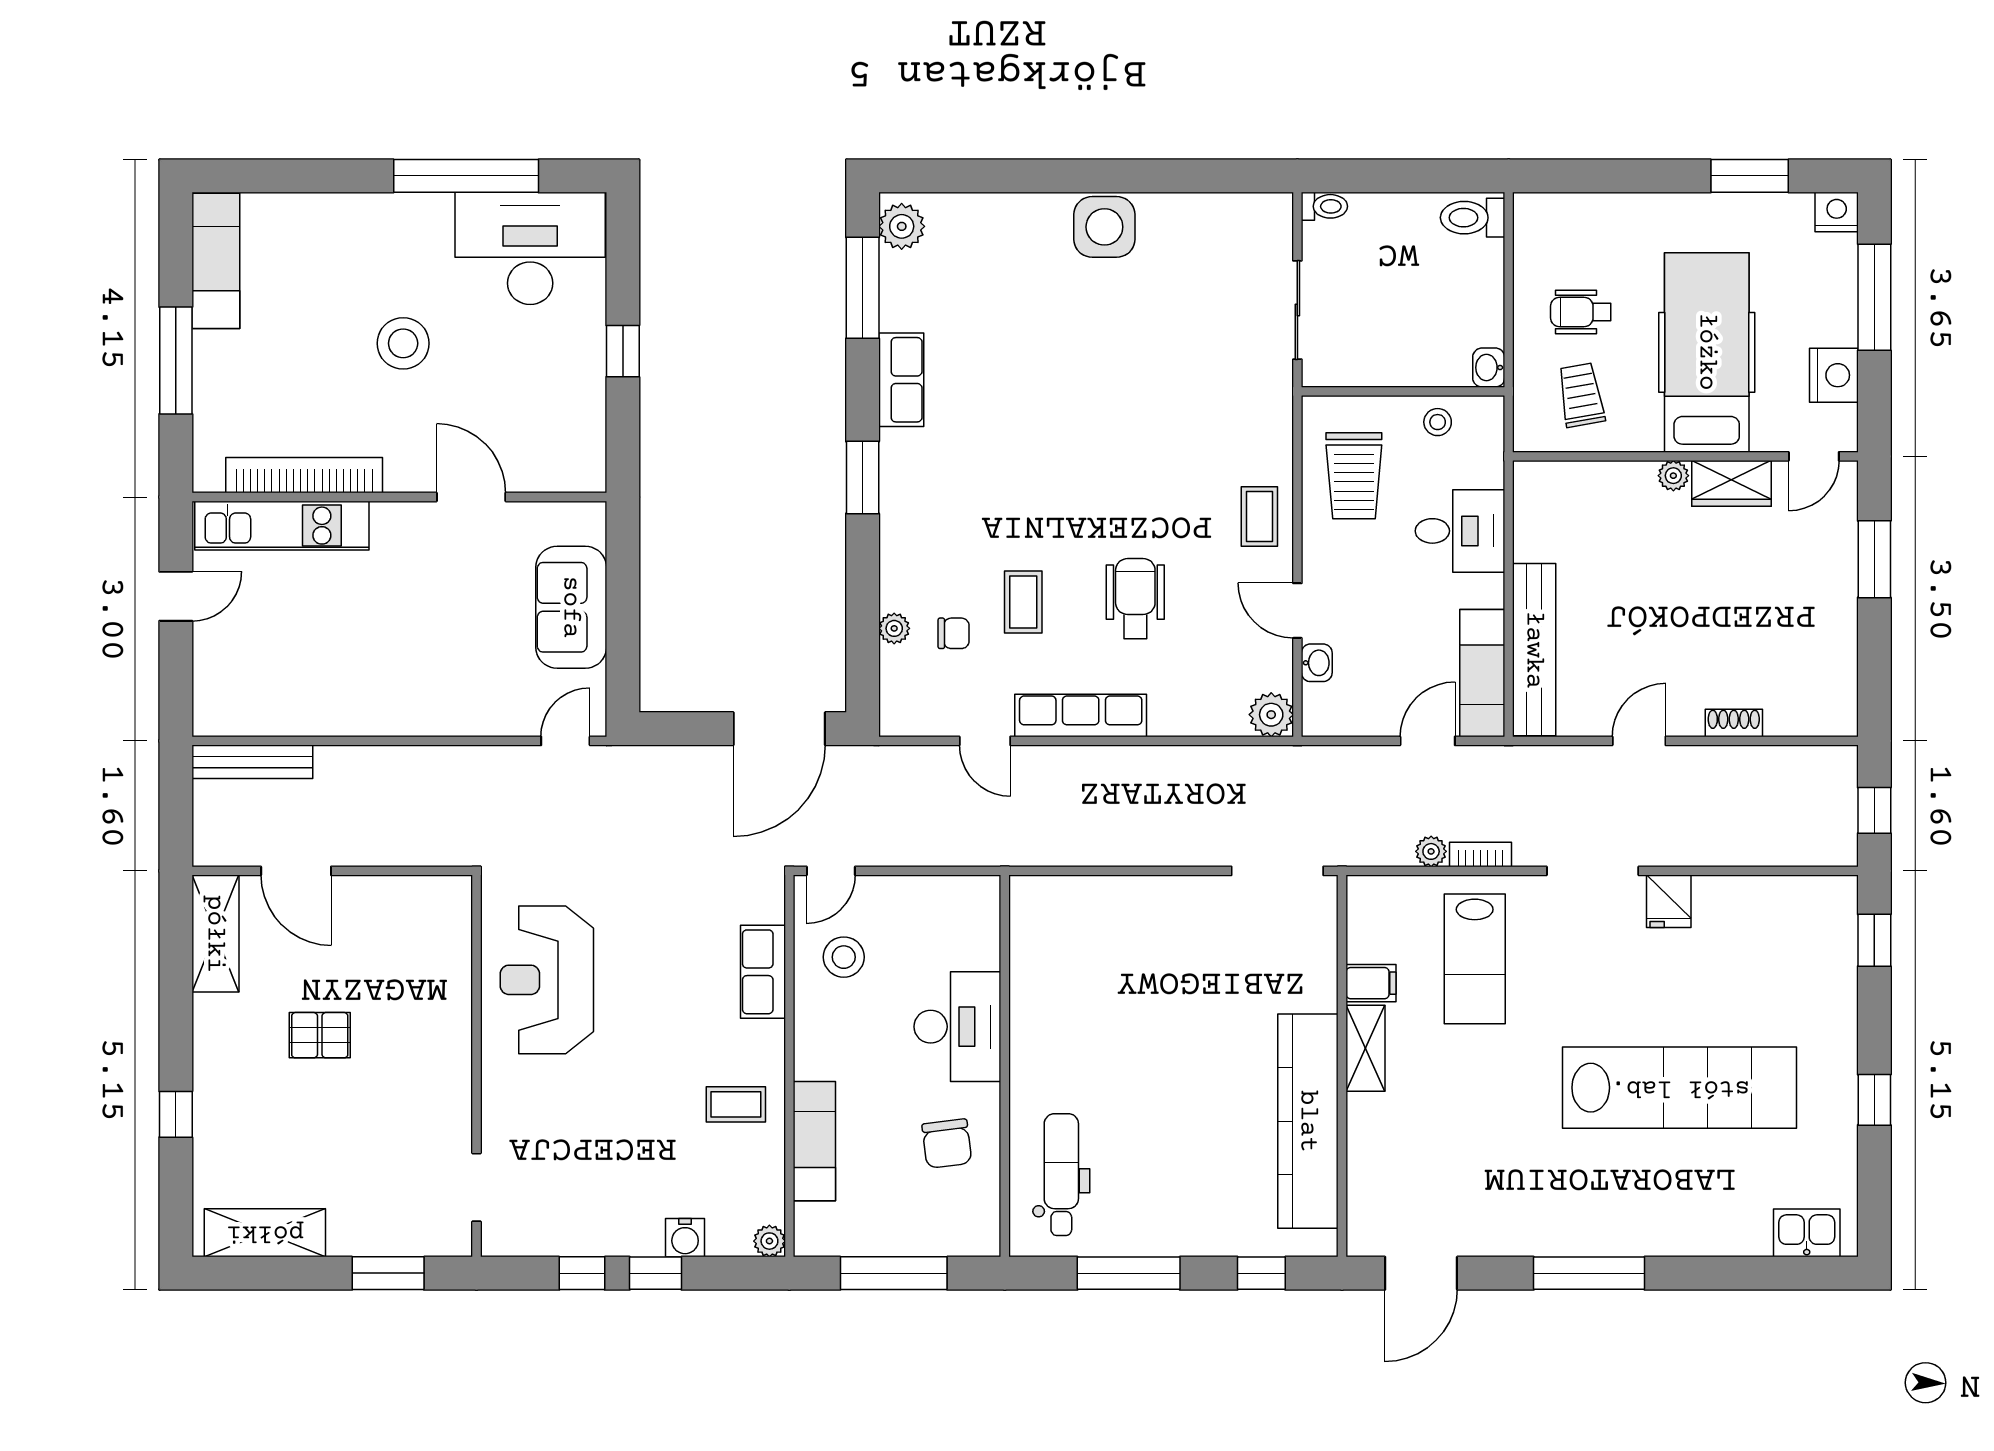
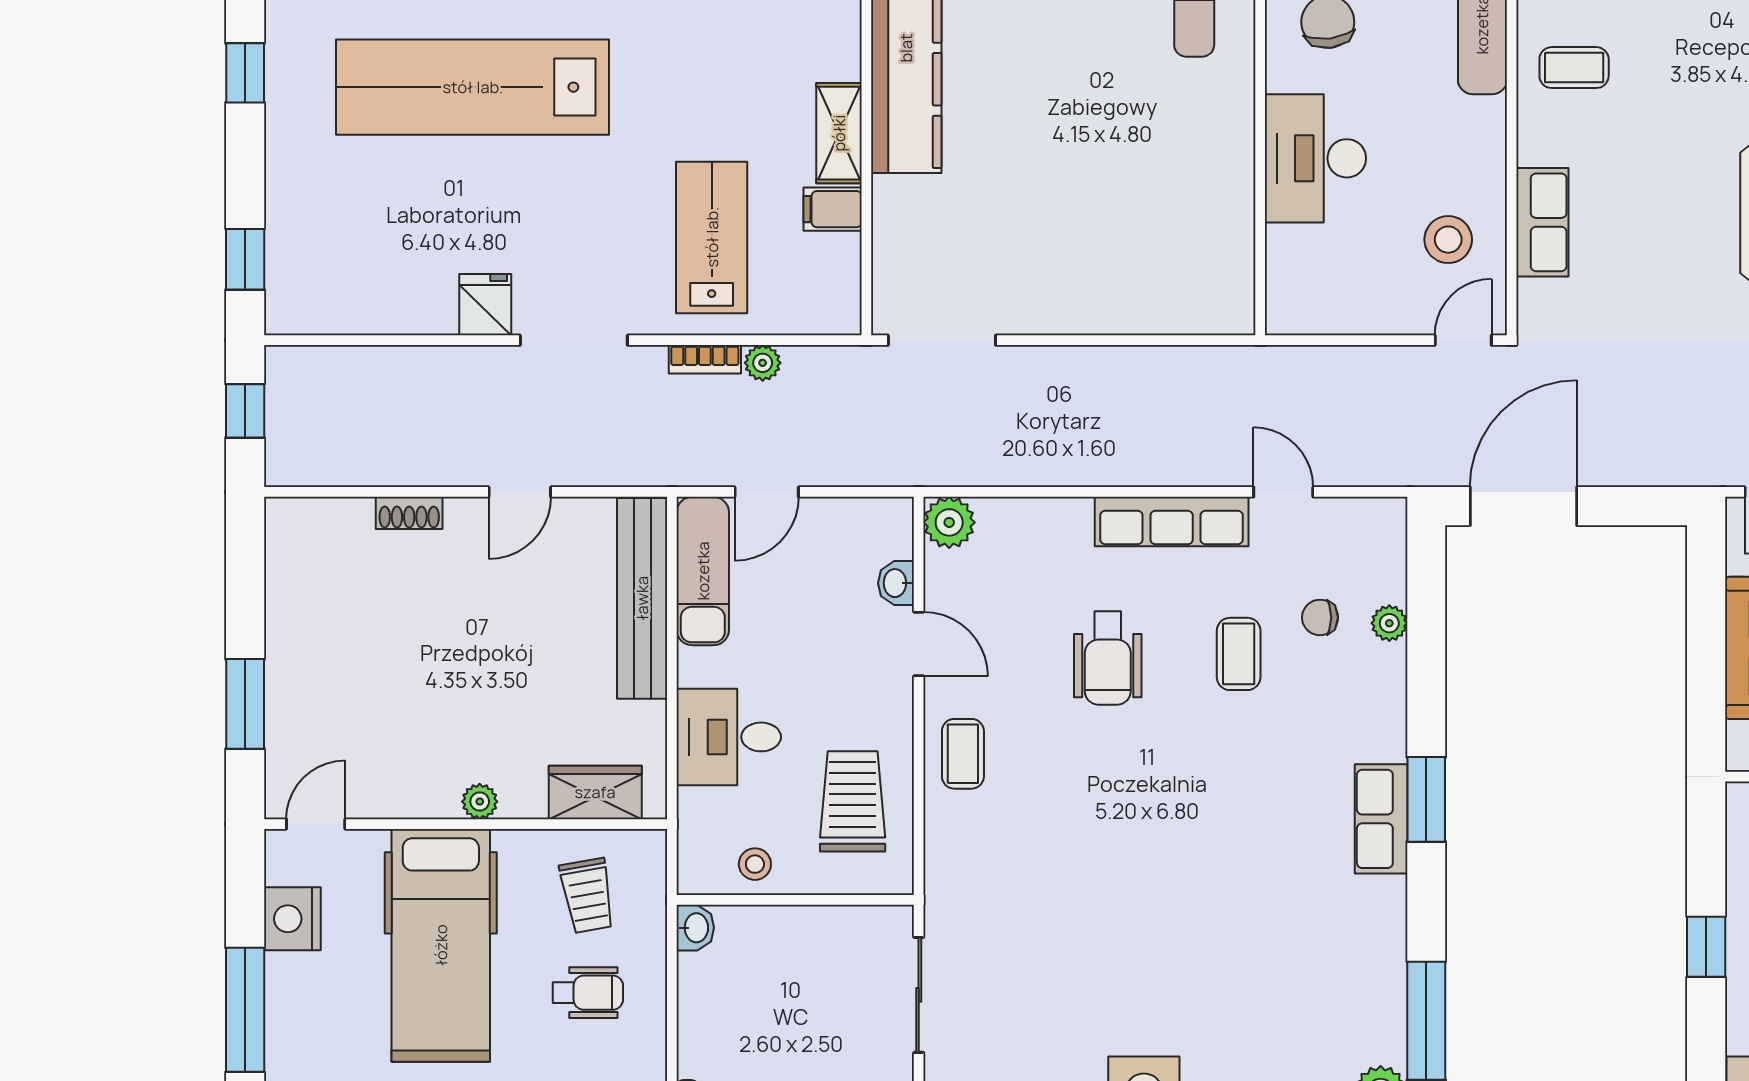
row of seats: (901, 380) -> (1381, 819), moved
wardrobe: (1731, 483) -> (595, 792), moved

